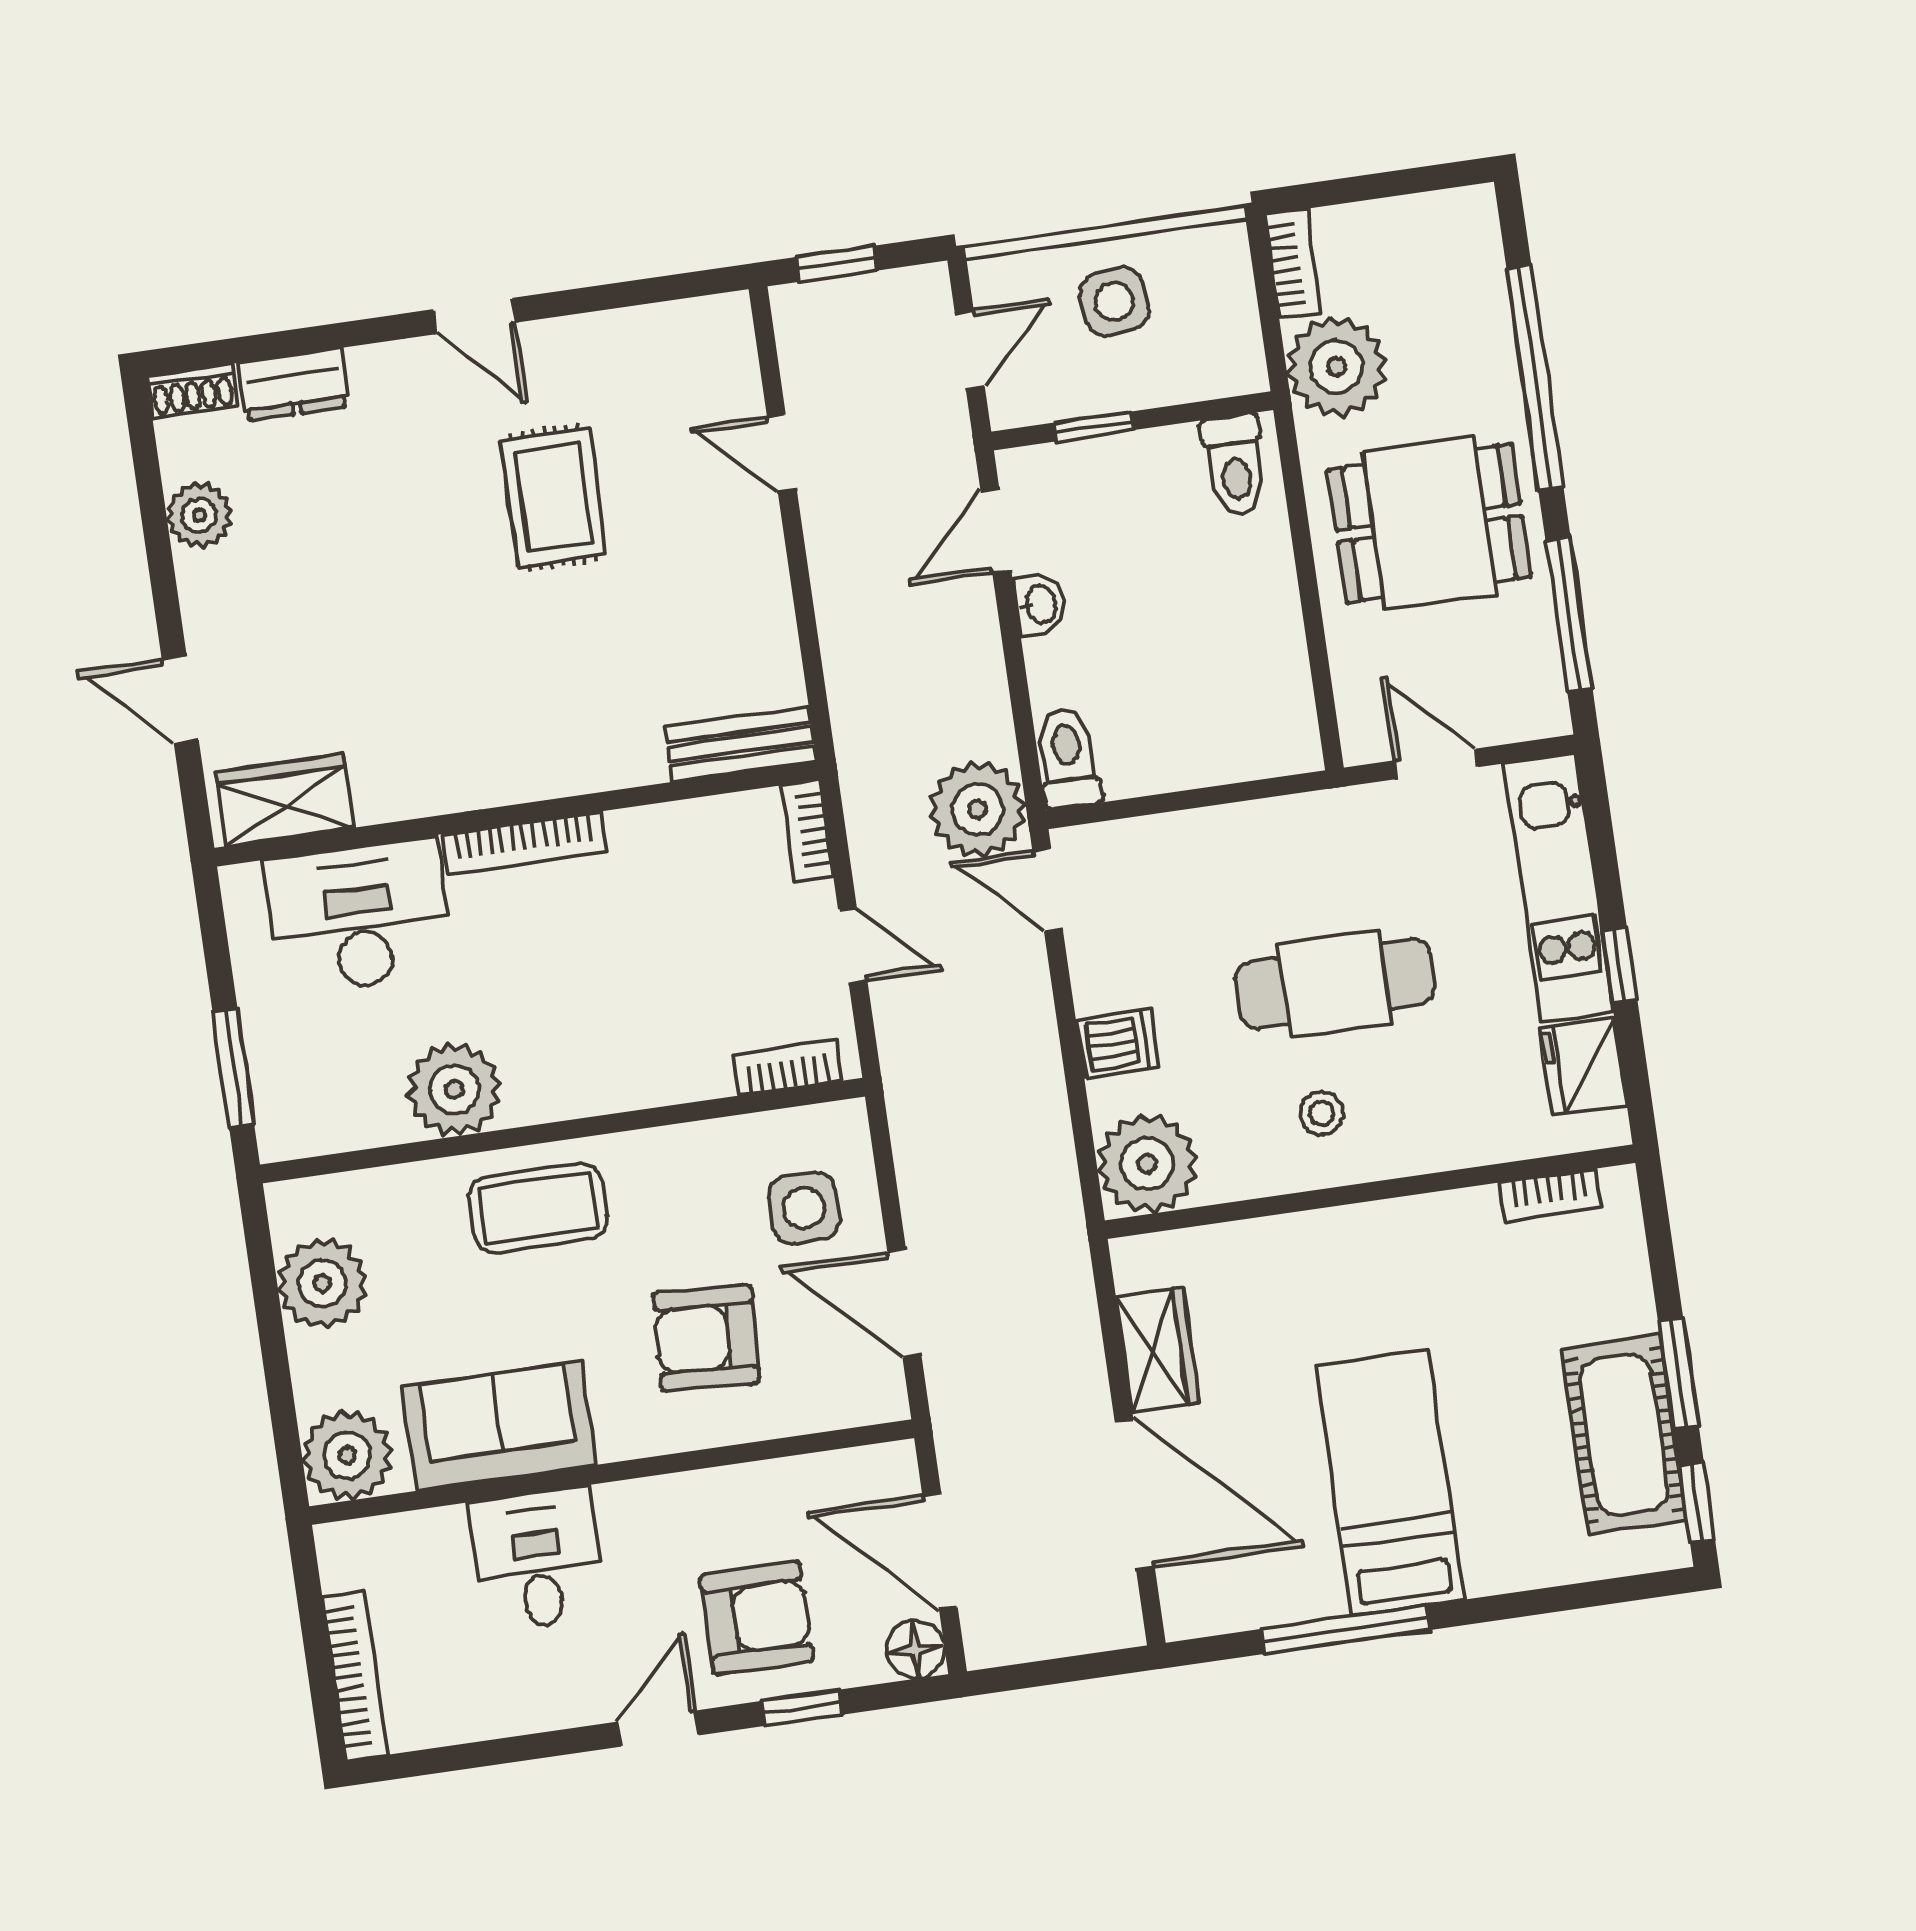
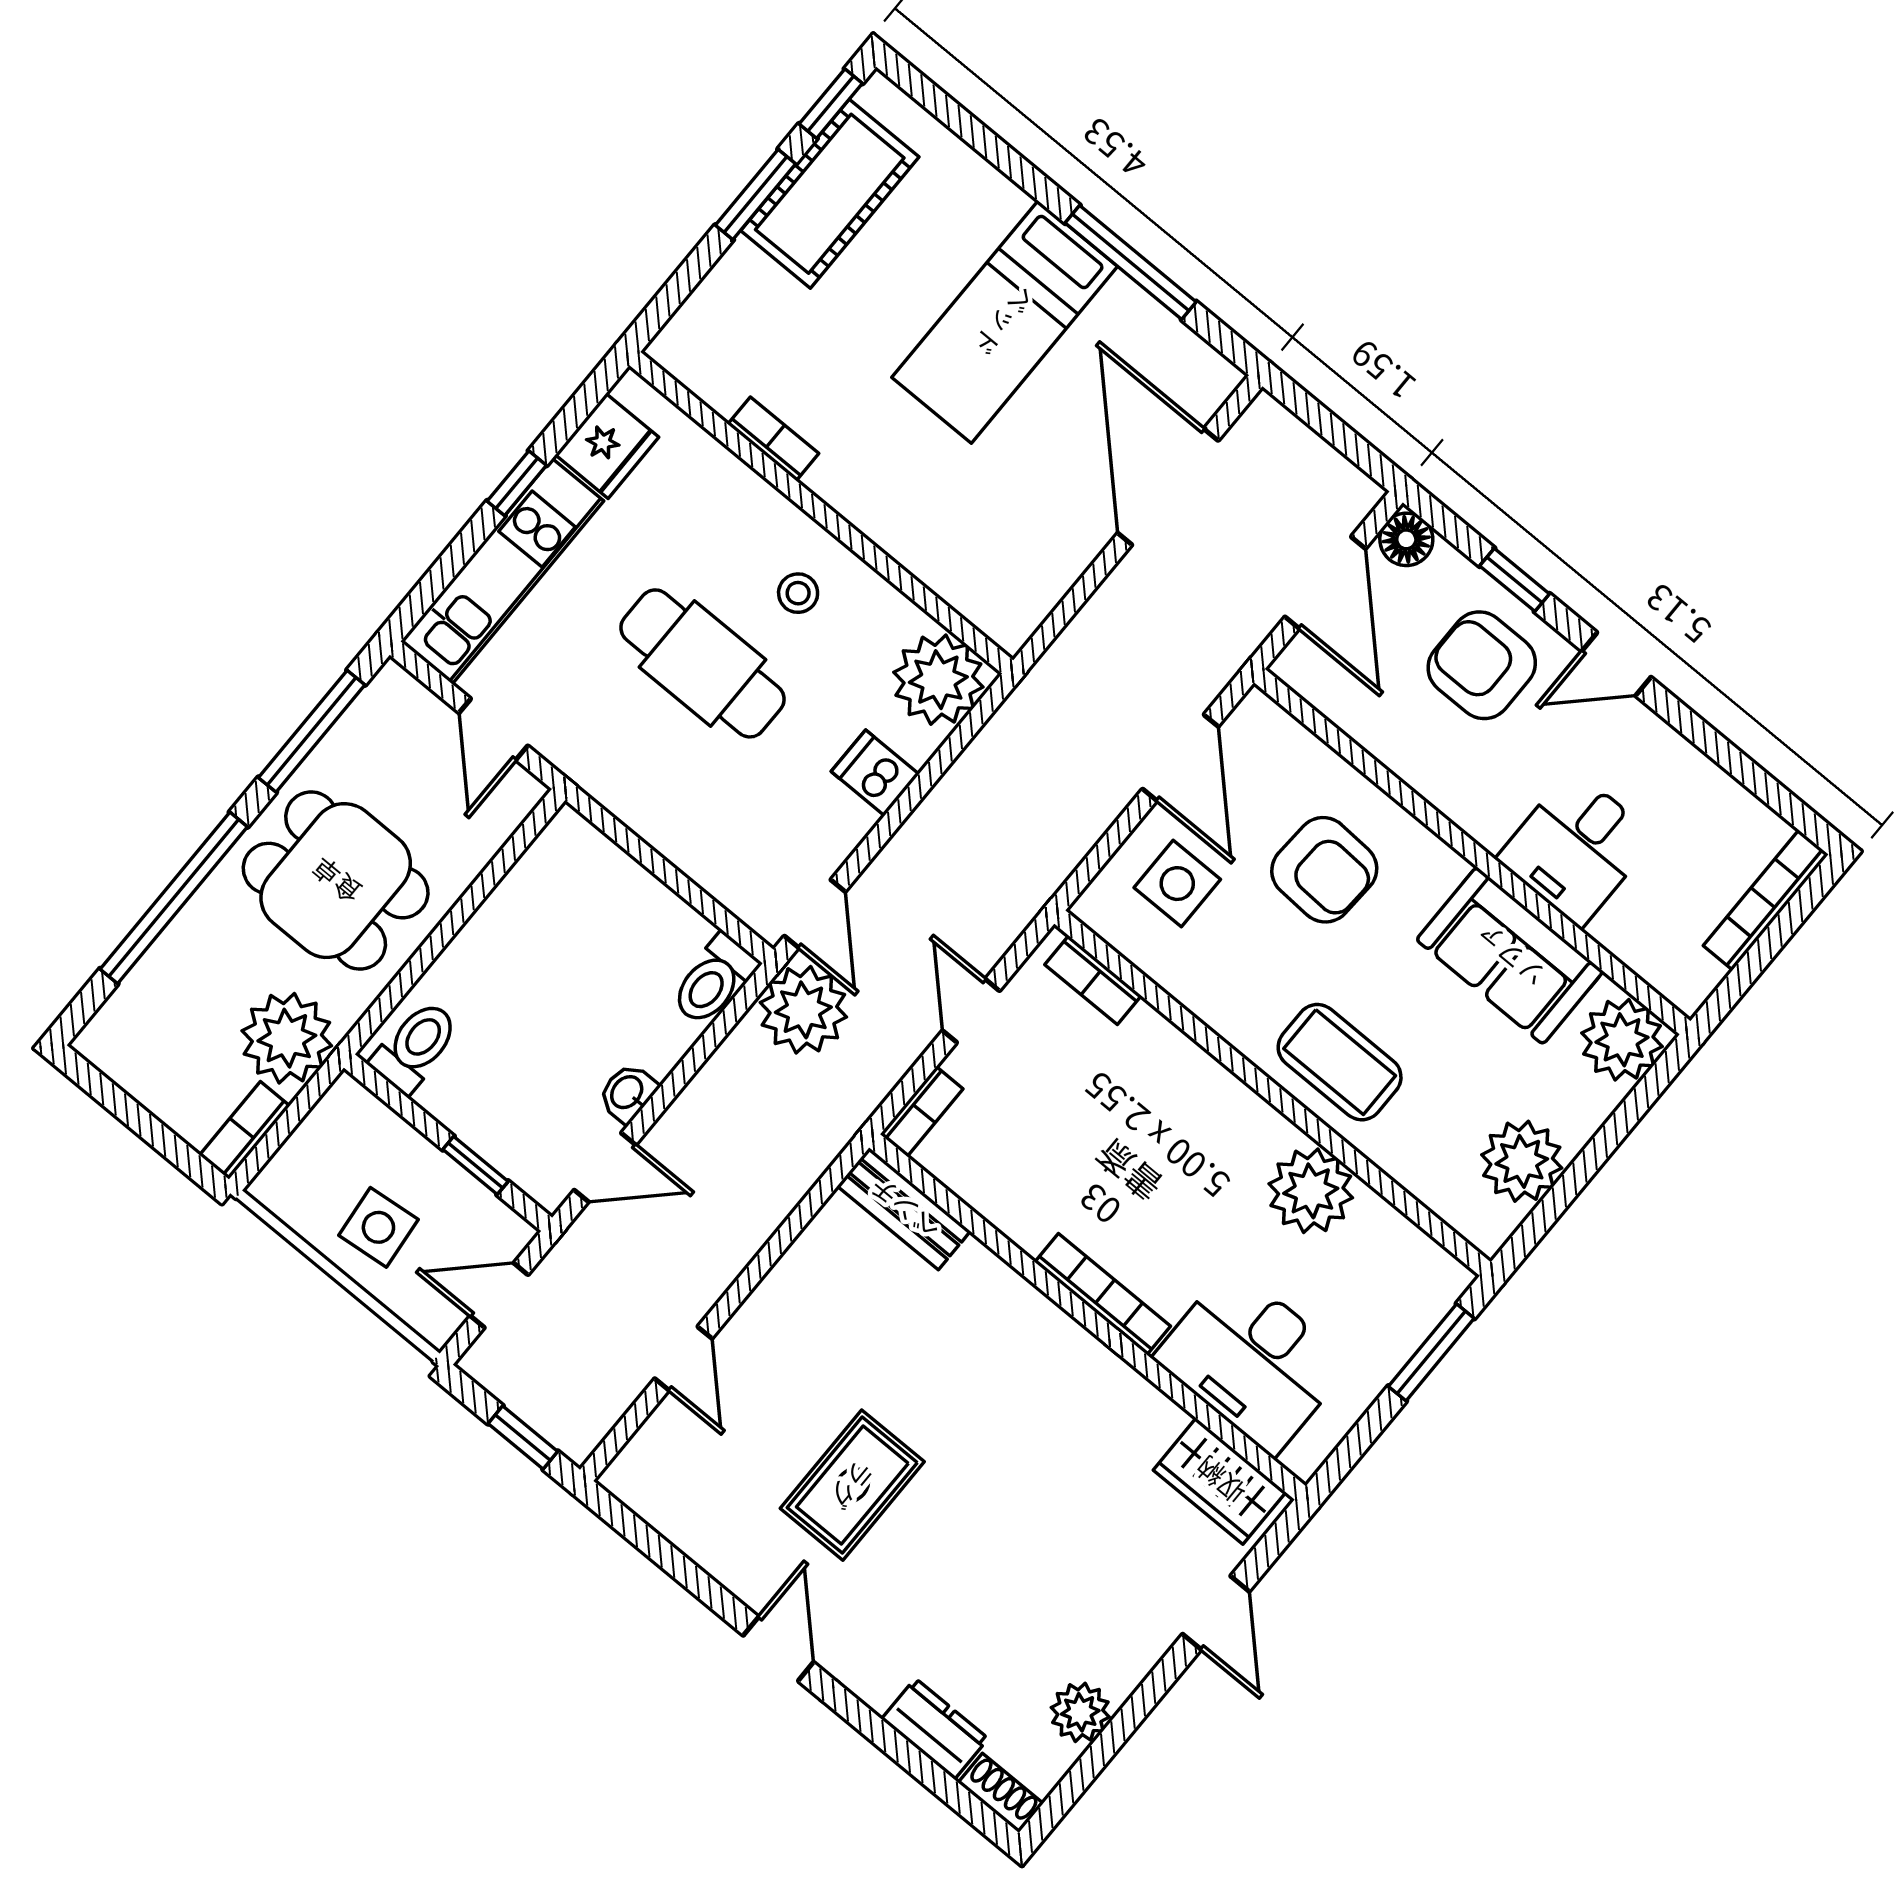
bookcase: (1550, 1195) -> (773, 439), moved
wardrobe: (1158, 1350) -> (1057, 559), removed

